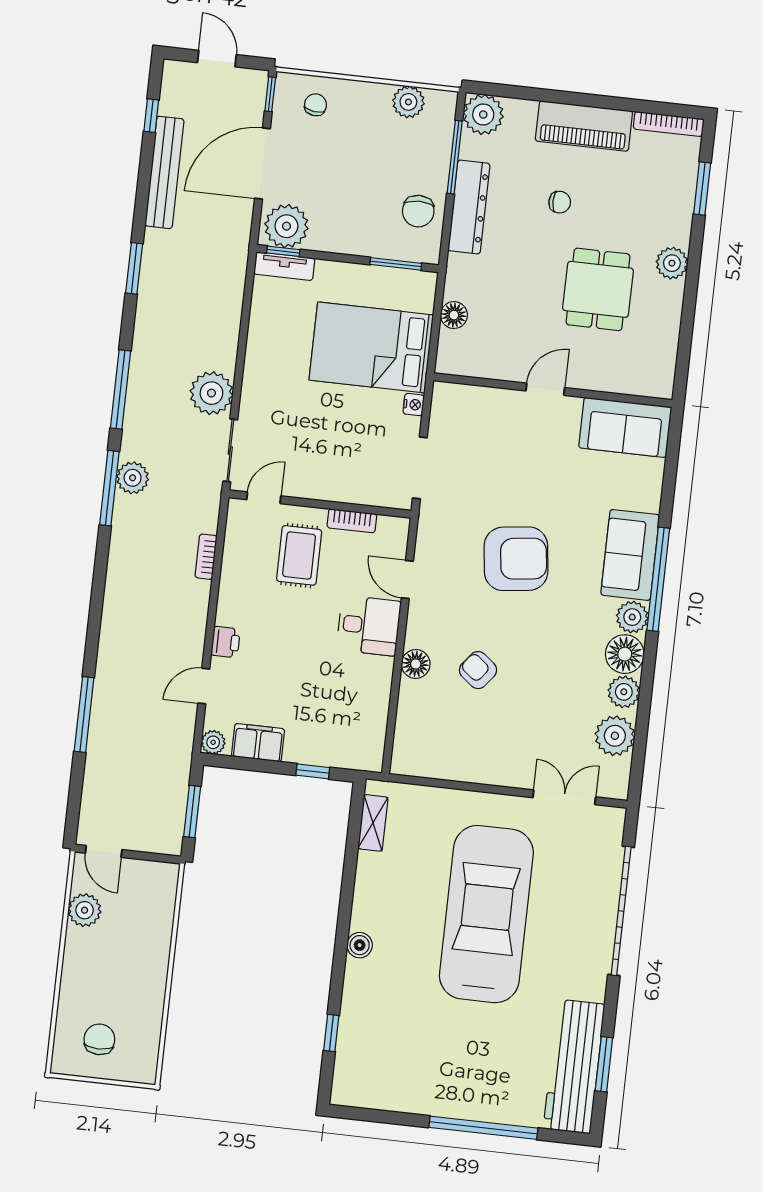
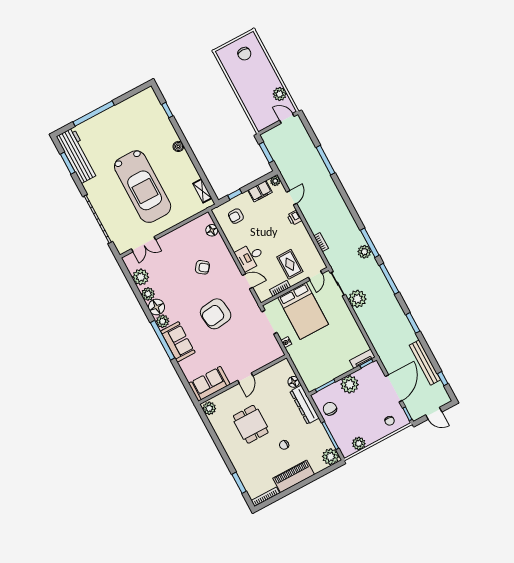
dresser: (469, 207) -> (304, 405), moved
plant: (286, 226) -> (350, 384), moved
plant: (672, 263) -> (209, 408), moved
bed: (371, 347) -> (303, 311), moved, turned 90
floor lamp: (416, 664) -> (212, 230), moved
armchair: (340, 726) -> (236, 216), added

